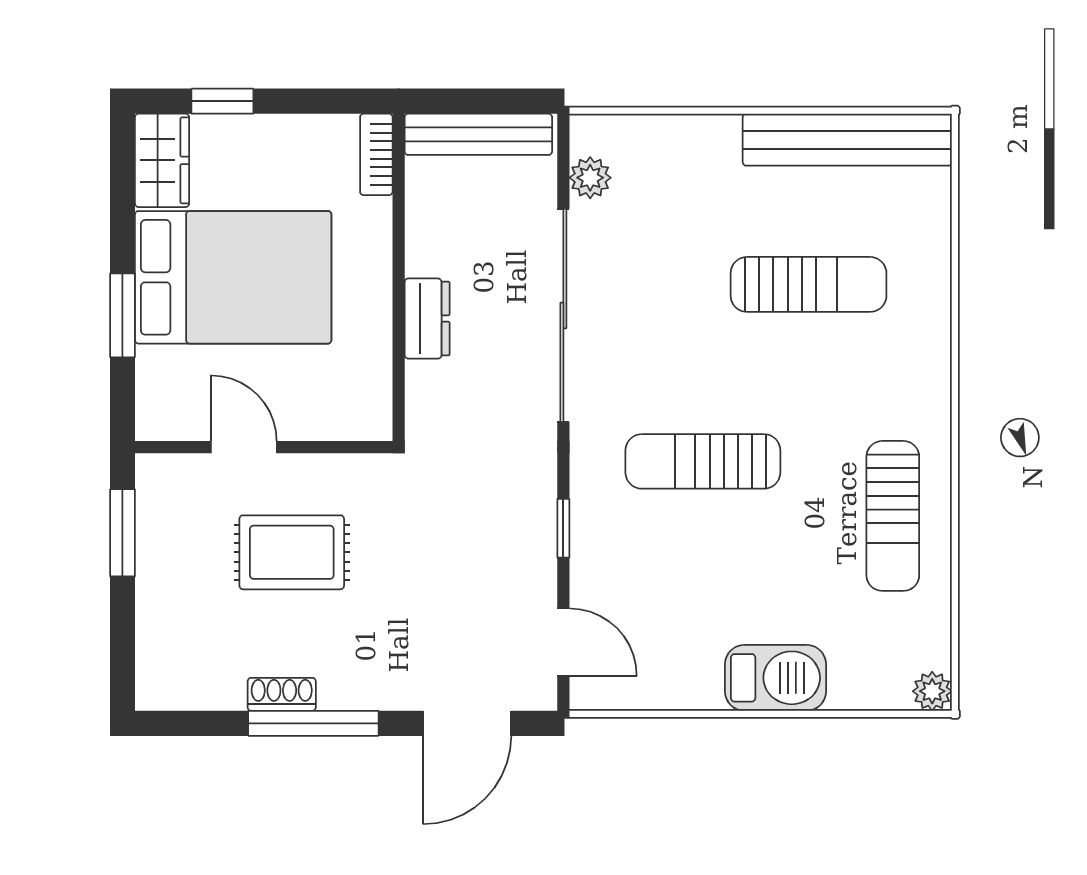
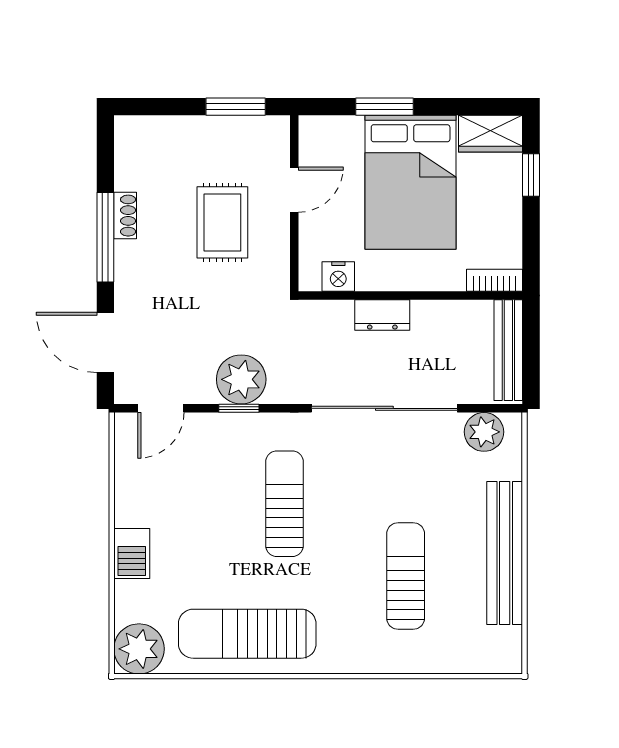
bench: (847, 140) -> (505, 553), moved
plant: (590, 178) -> (484, 432), width x1.38, depth x1.38
sun lounger: (809, 284) -> (406, 576), turned 180
nightstand: (371, 383) -> (338, 276), added
sun lounger: (893, 516) -> (247, 634), width x1.36, depth x1.34
plant: (521, 525) -> (241, 379), added
barbecue: (776, 678) -> (132, 553), width x0.73, depth x0.79
plant: (932, 691) -> (139, 649), width x1.88, depth x1.88

